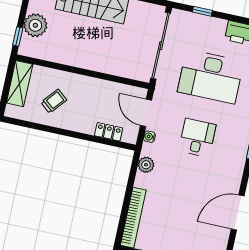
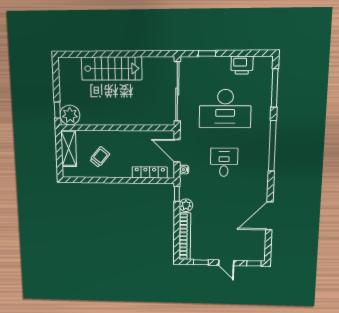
plant: (35, 25) -> (70, 115), moved
locker: (109, 132) -> (150, 172), width x1.53
window: (135, 164) -> (177, 194), added
plant: (146, 165) -> (186, 205), moved

